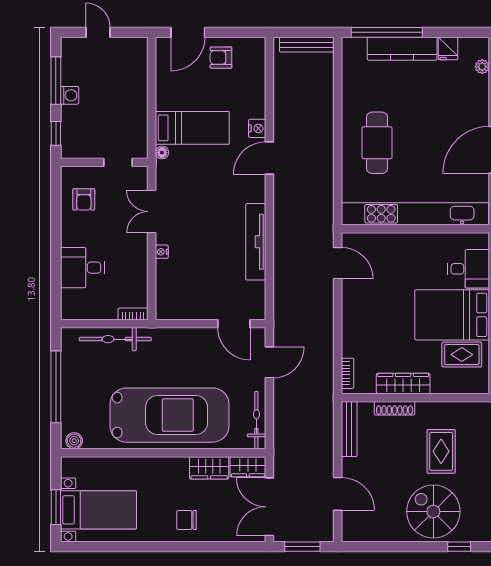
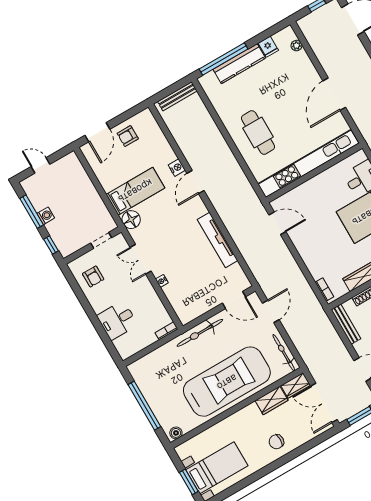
floor lamp: (162, 153) -> (131, 220), width x1.89, depth x1.89
bicycle: (115, 339) -> (200, 333), moved

